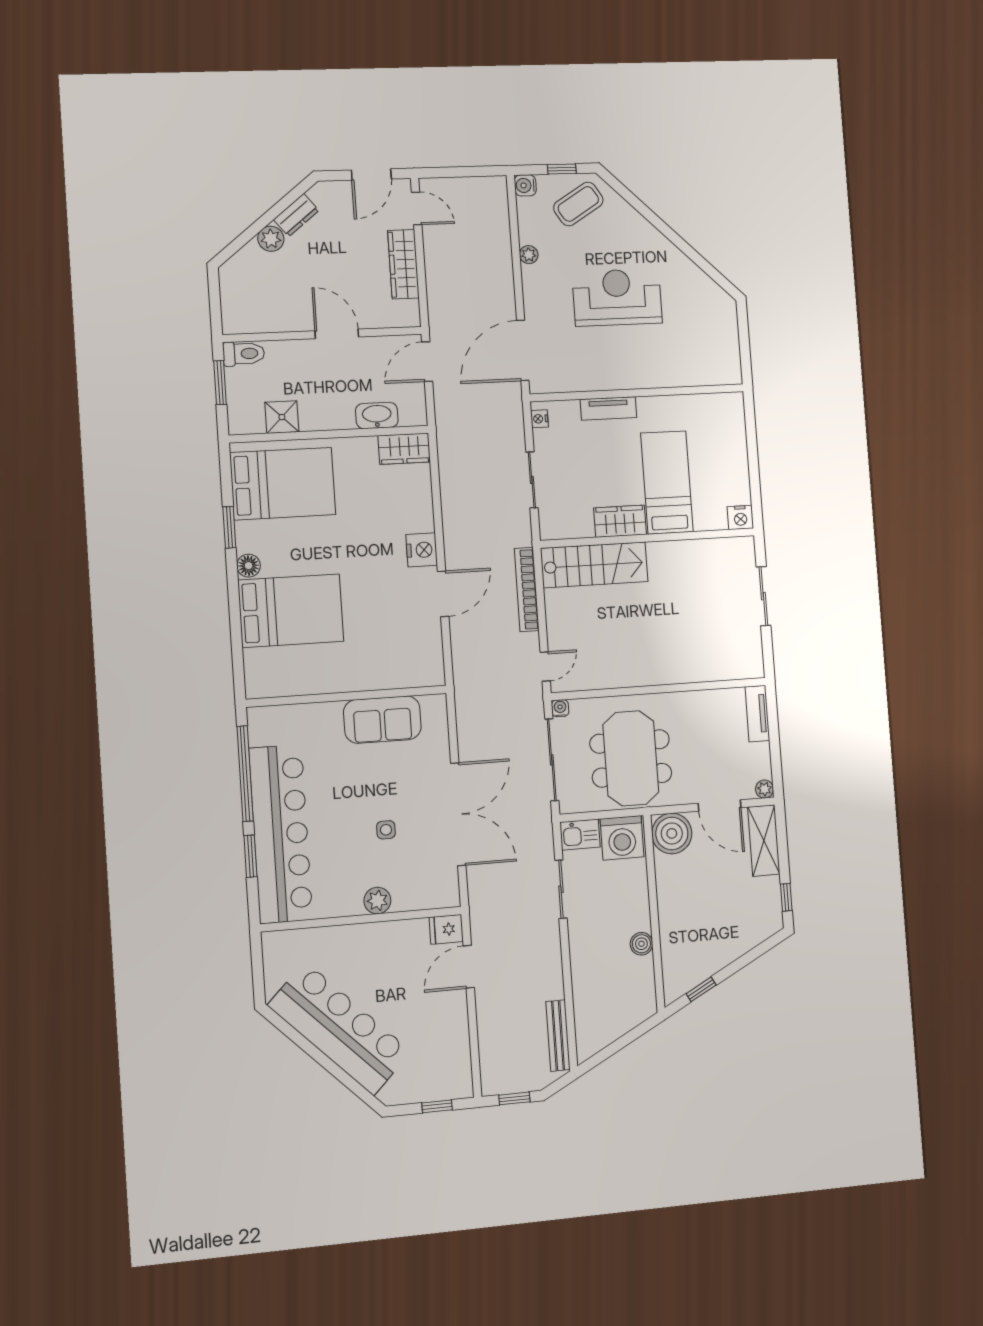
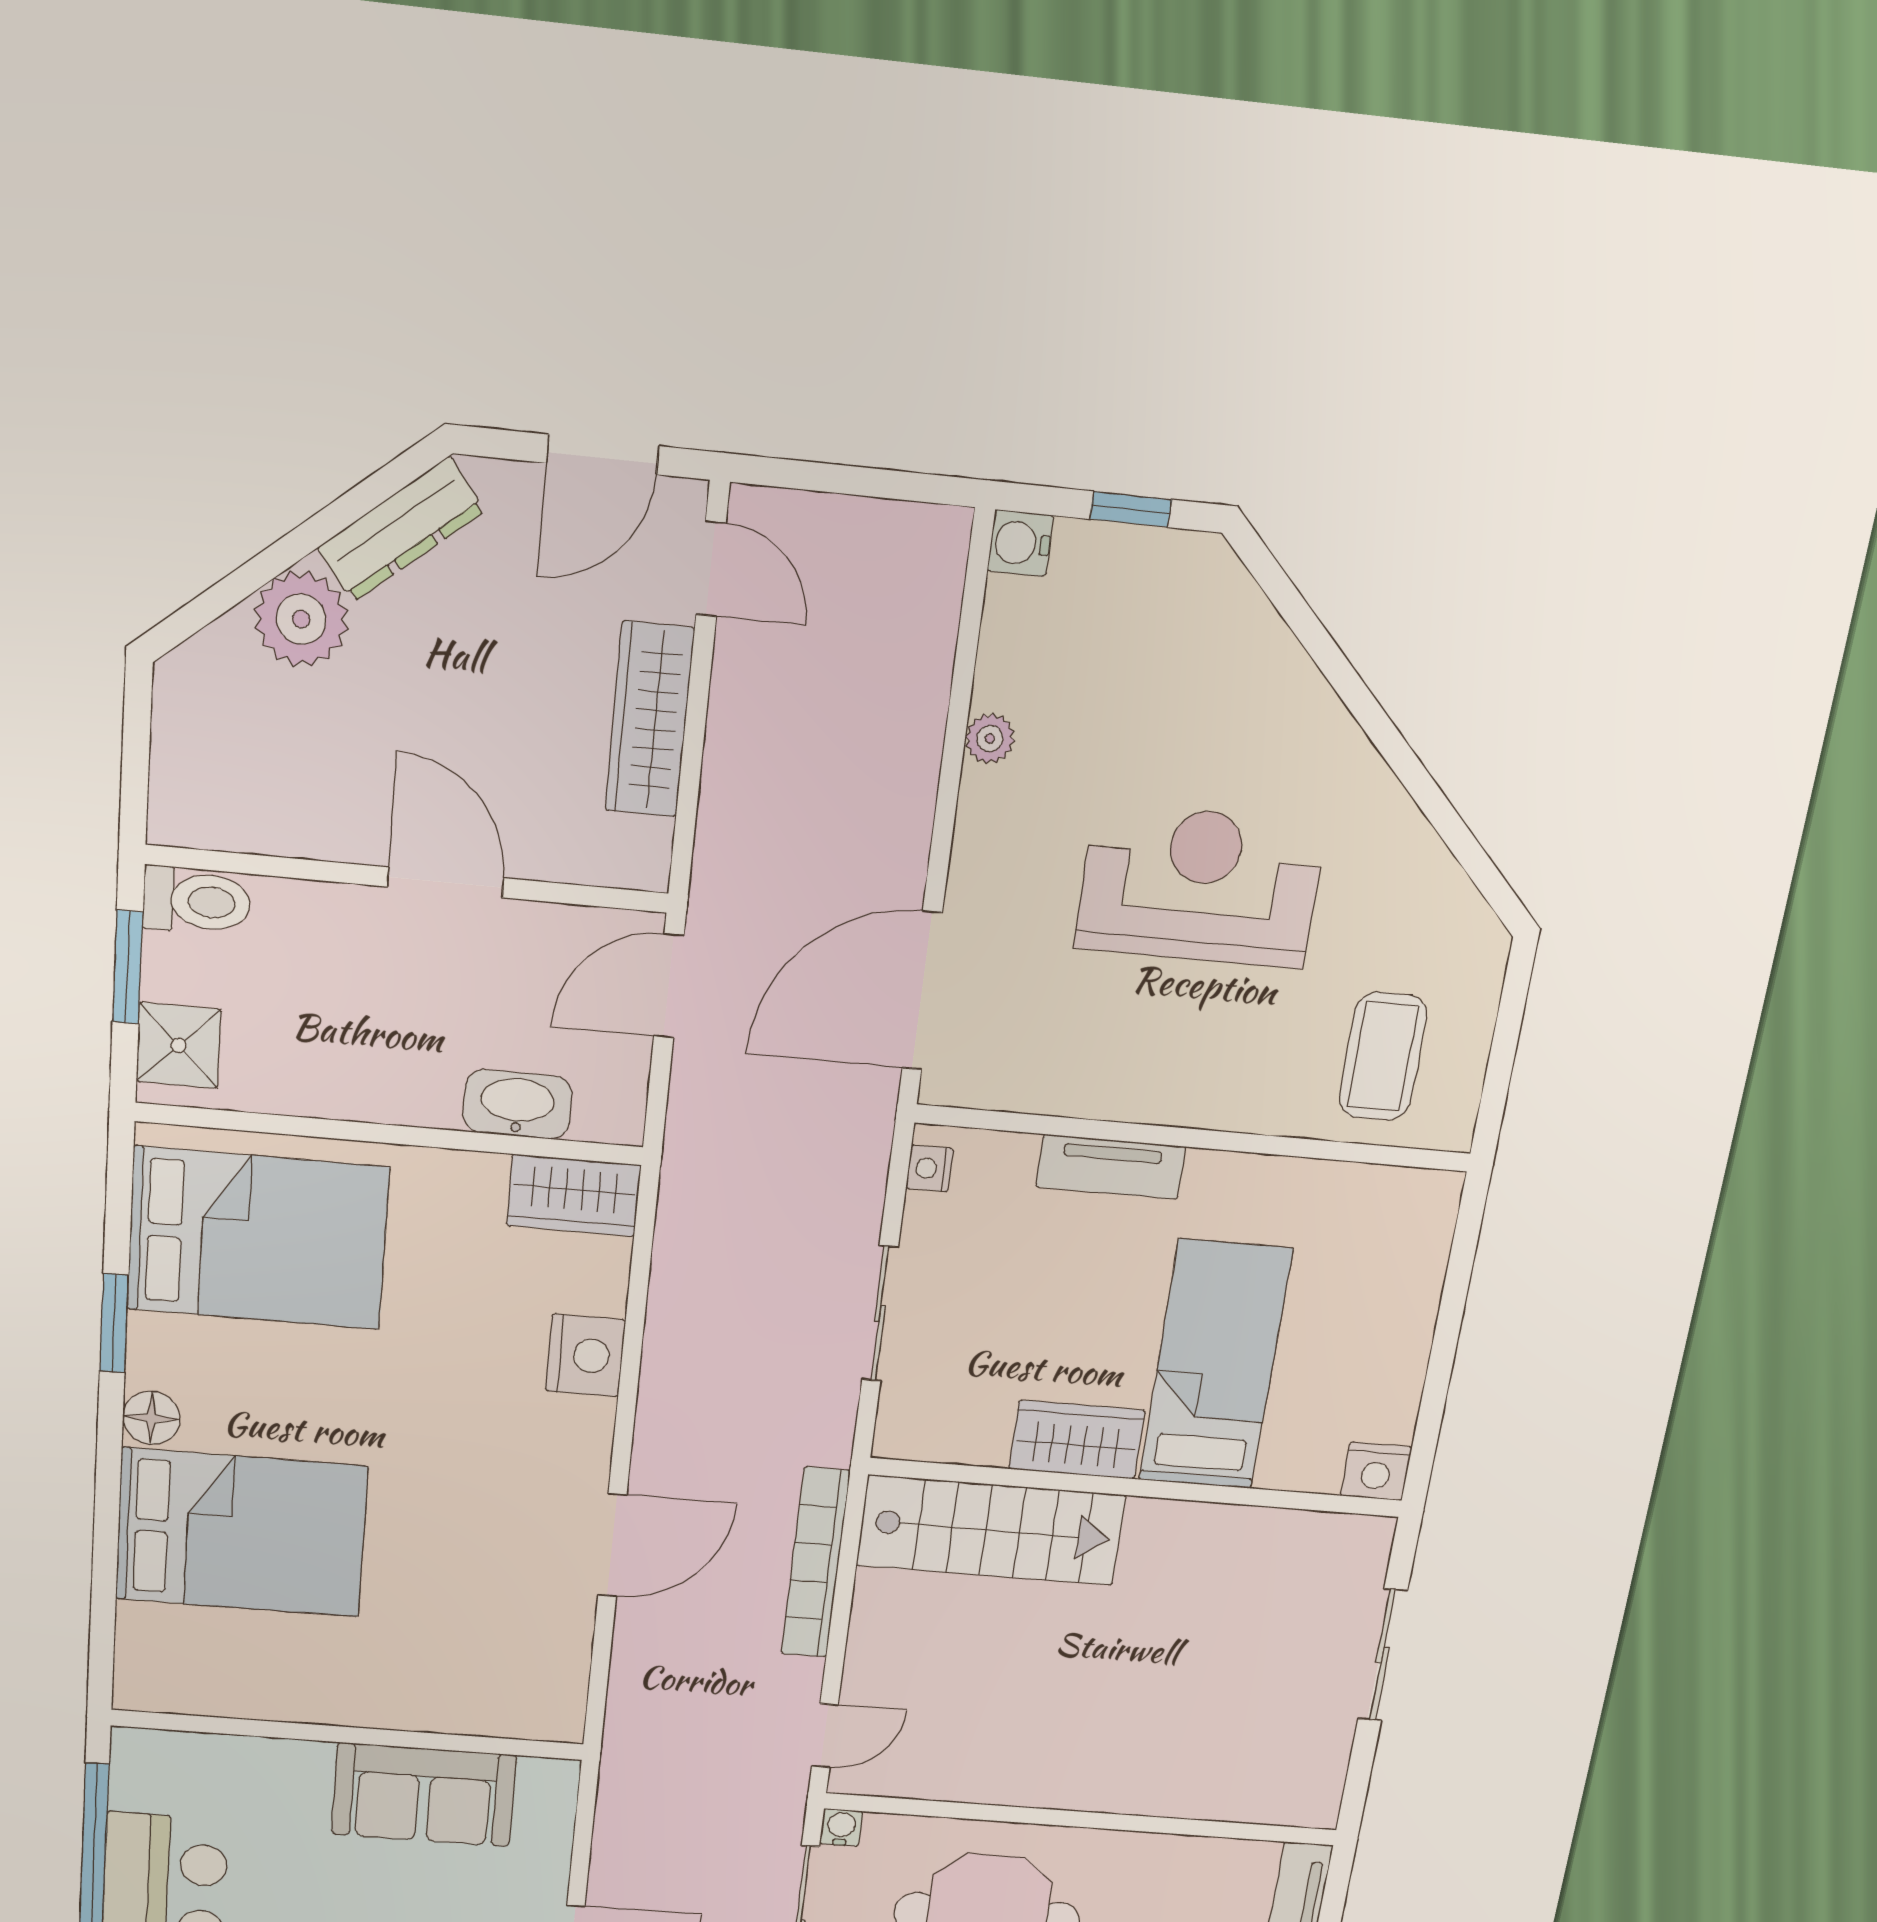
coffee table: (578, 204) -> (1383, 1056), moved, turned -58
dresser: (296, 215) -> (401, 529), width x1.44
plant: (271, 239) -> (301, 619), width x1.36, depth x1.36
shower: (282, 417) -> (179, 1045), moved
nightstand: (422, 550) -> (585, 1355), moved

